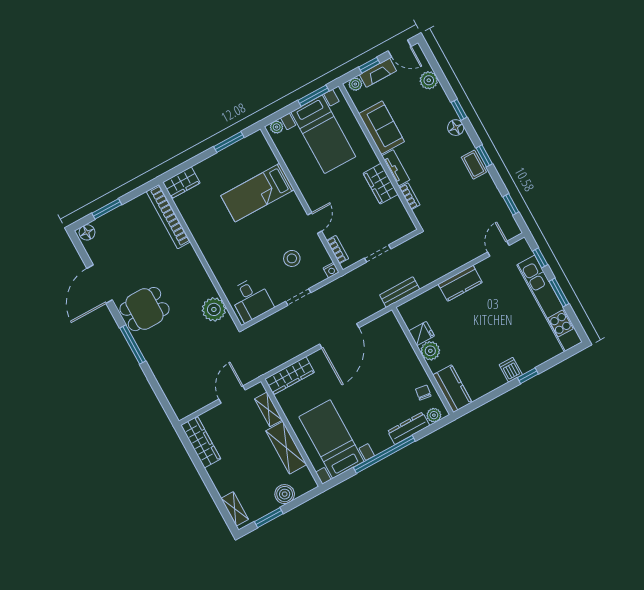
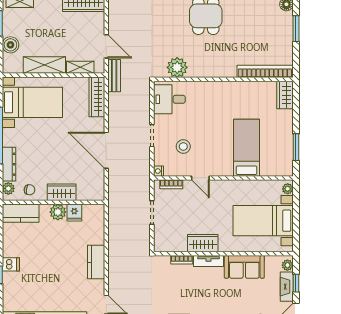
window: (314, 96) -> (296, 229), removed
bench: (400, 292) -> (114, 76), moved
wardrobe: (408, 358) -> (62, 192), added

